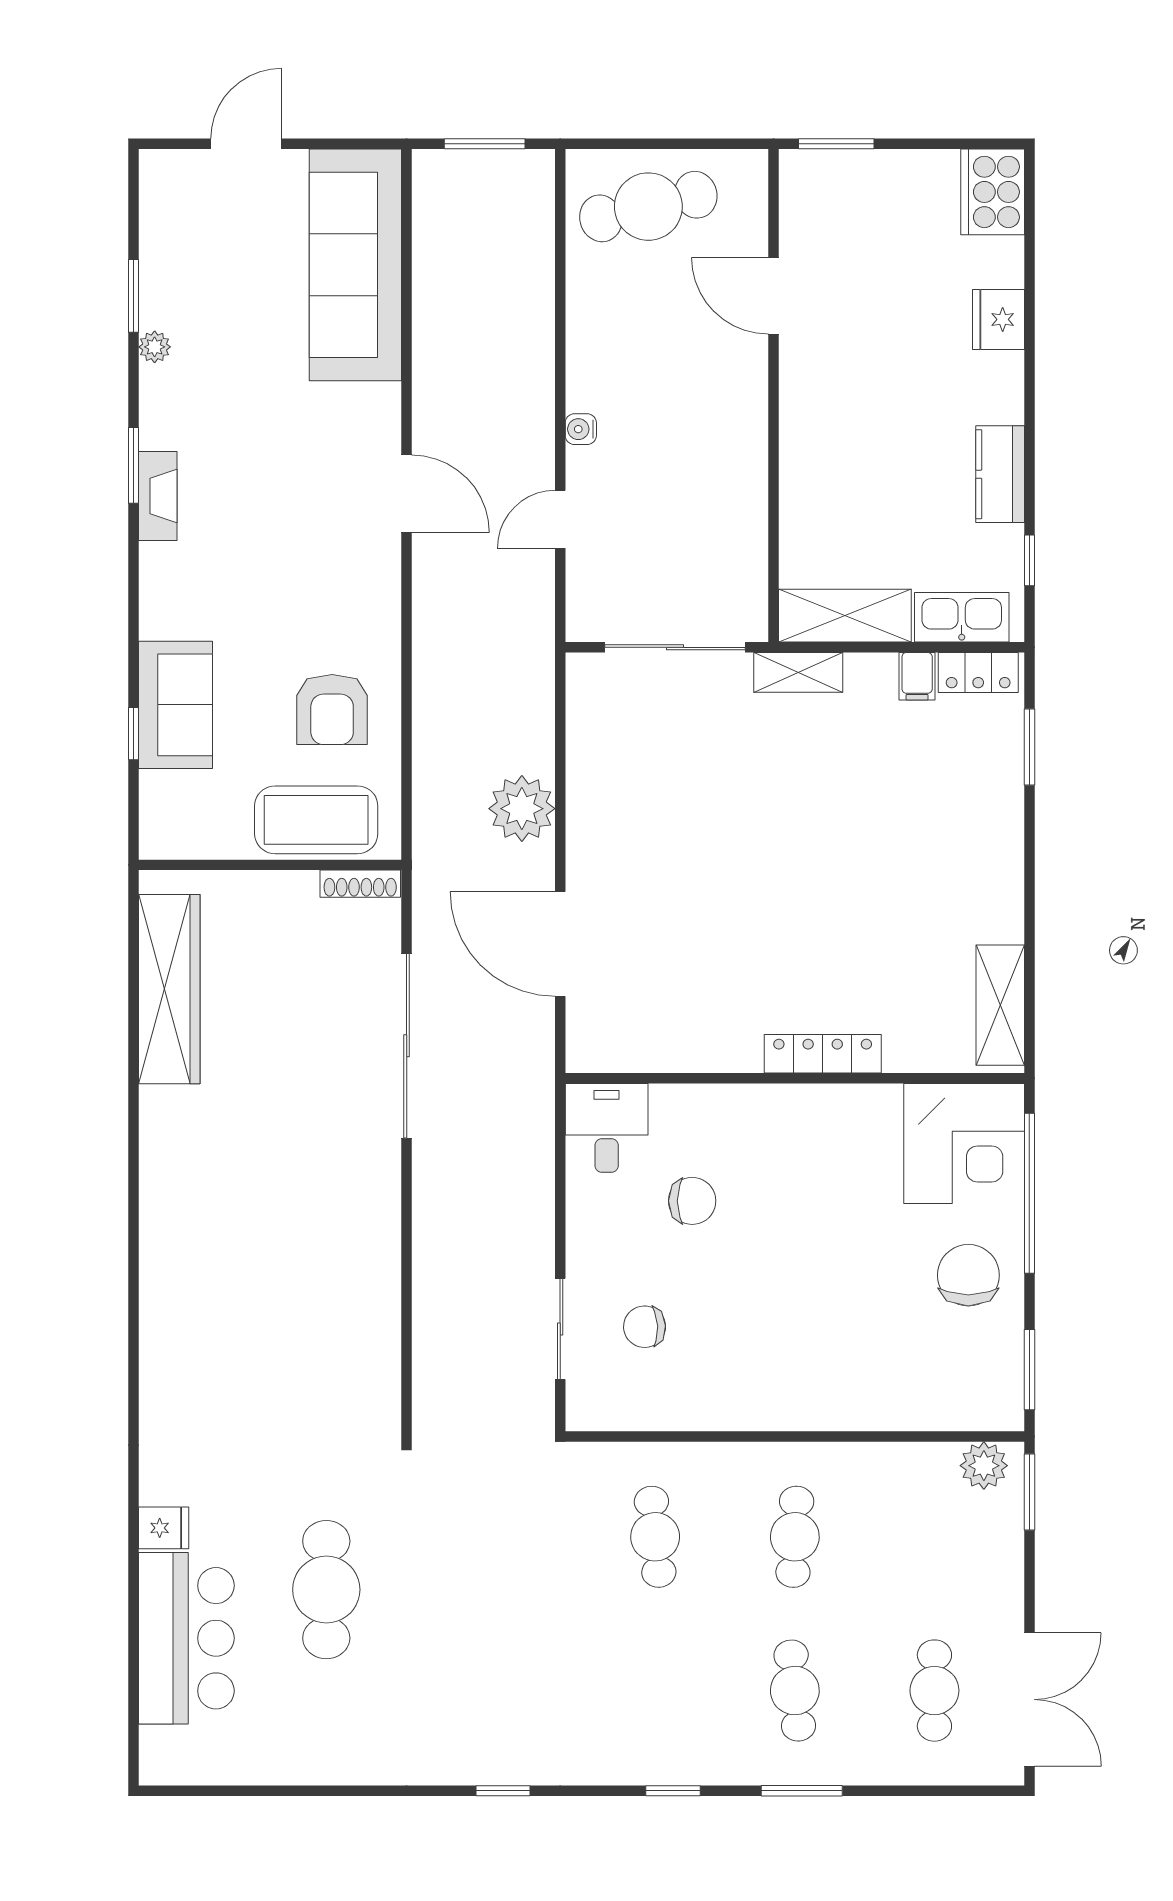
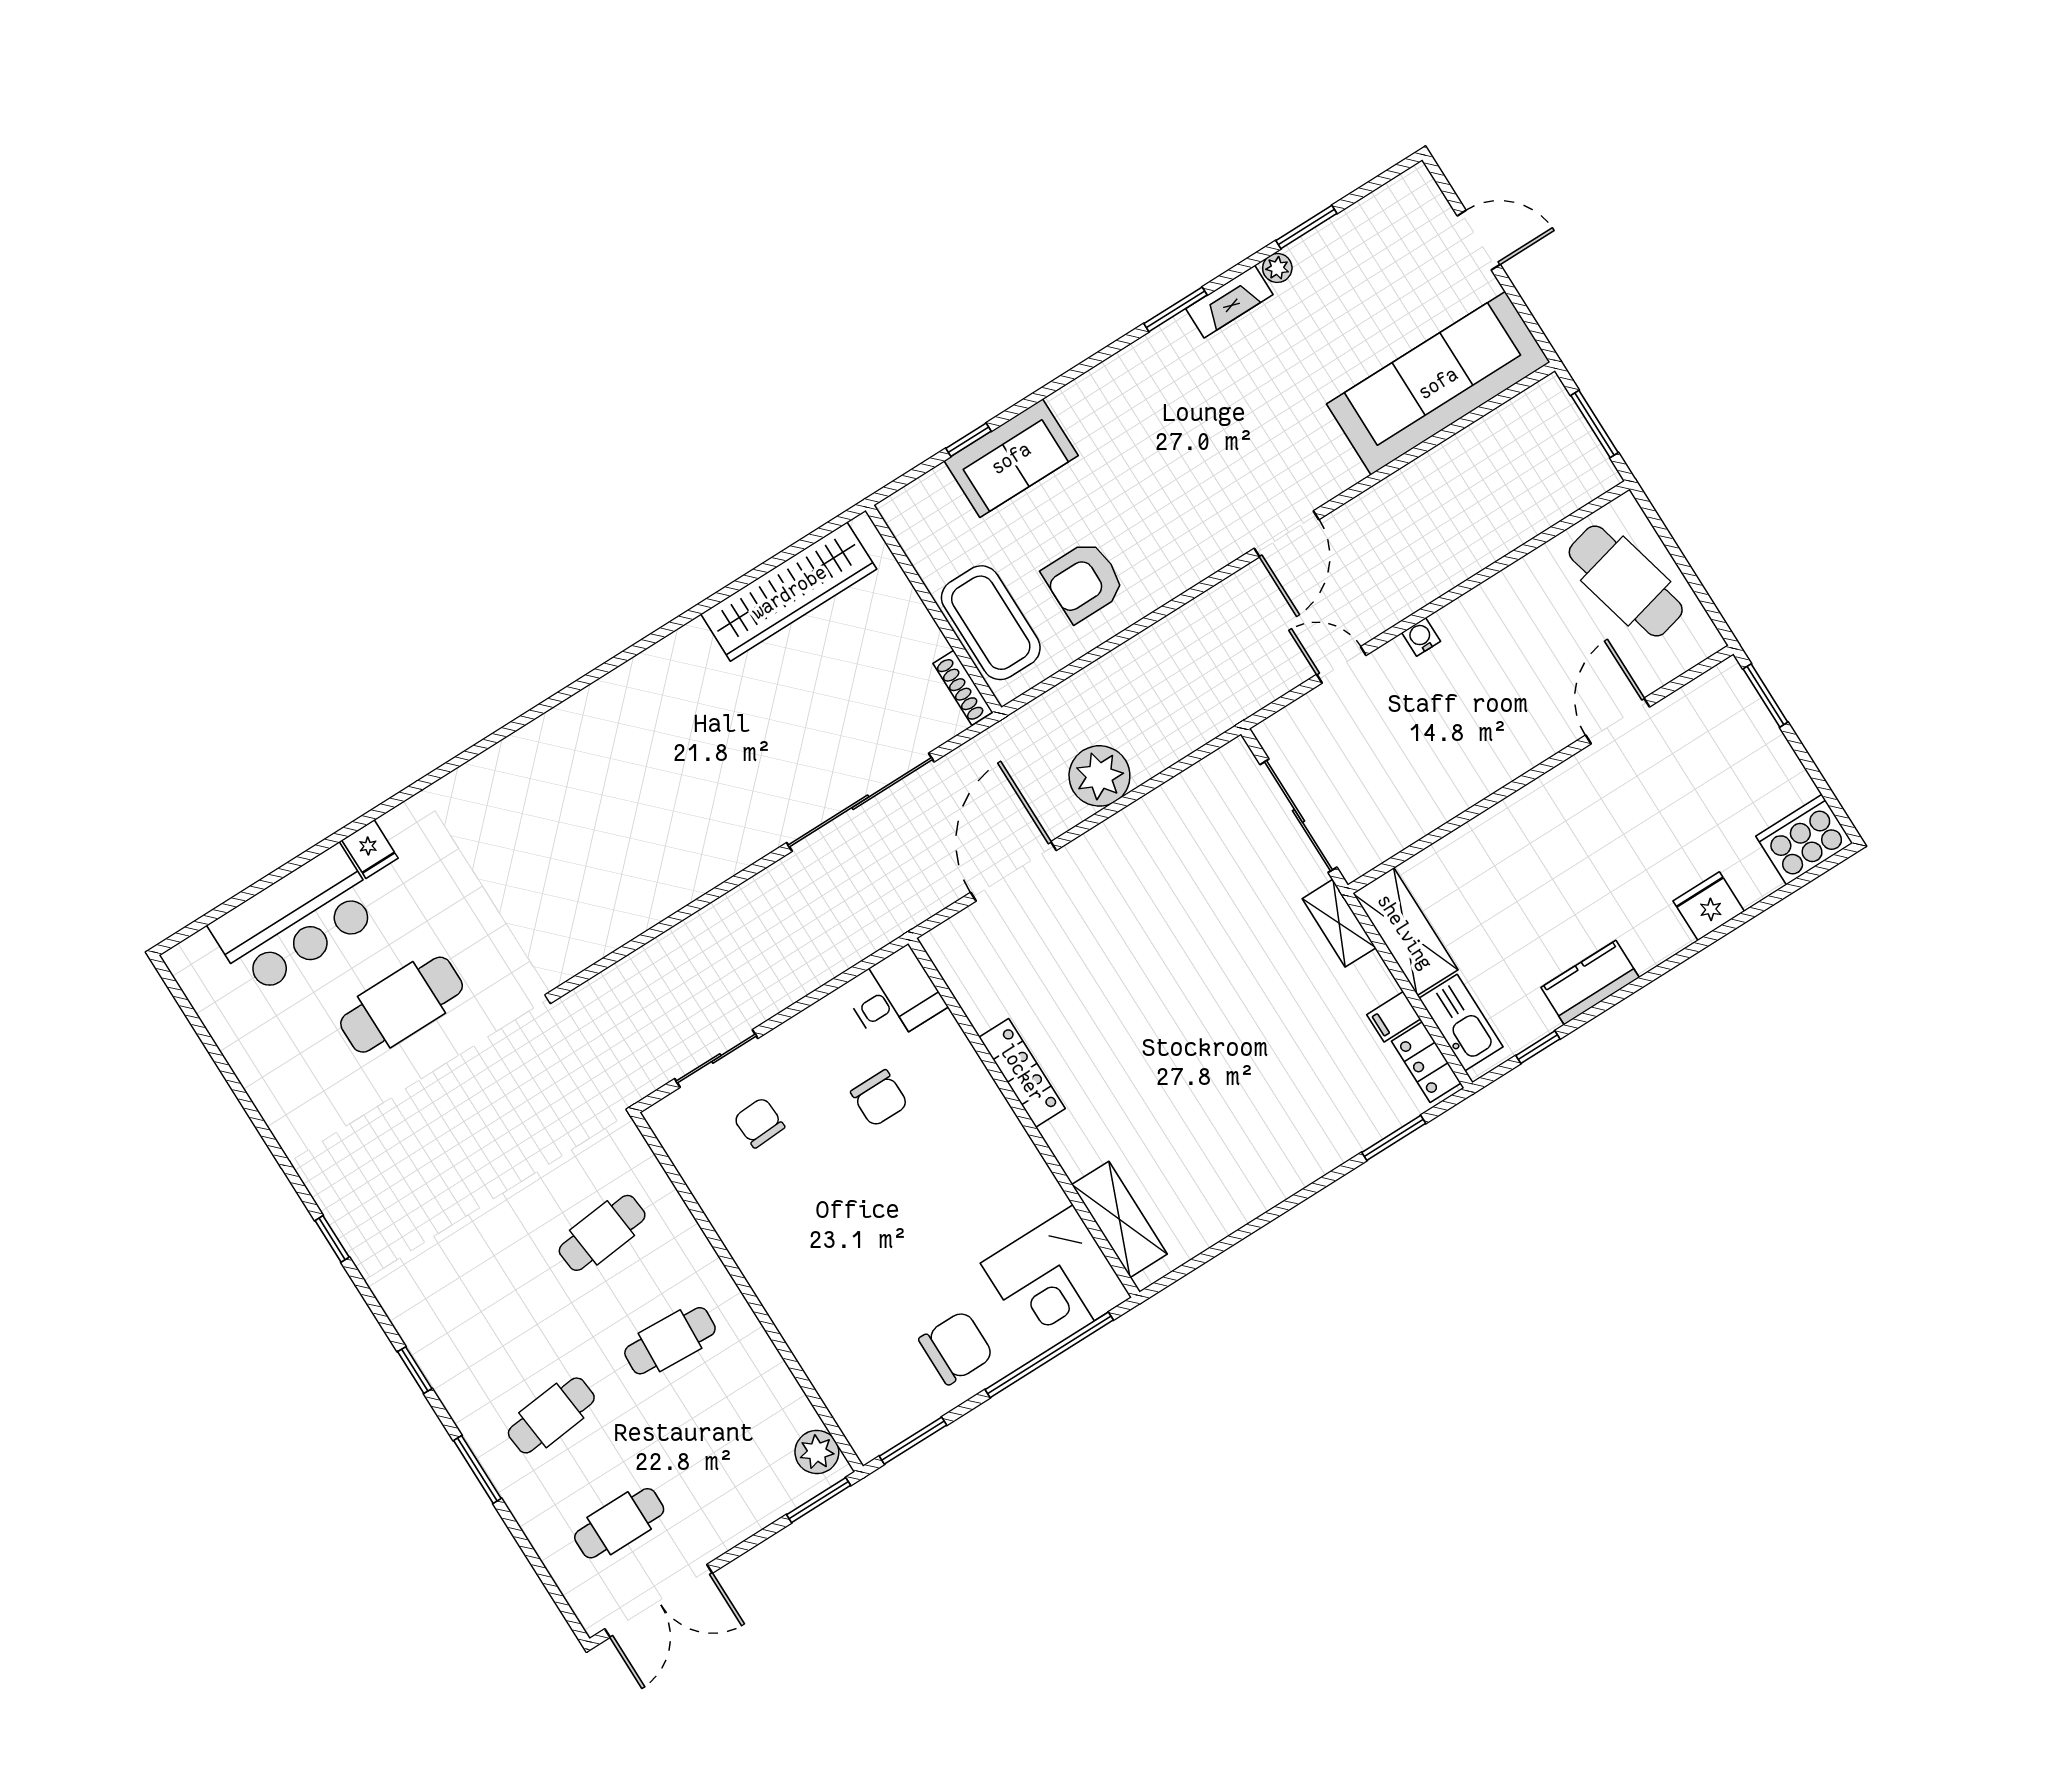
fireplace: (158, 496) -> (1229, 302), moved
shelving: (1000, 1005) -> (1119, 1219), moved, turned 90
locker: (823, 1054) -> (1022, 1073), moved

